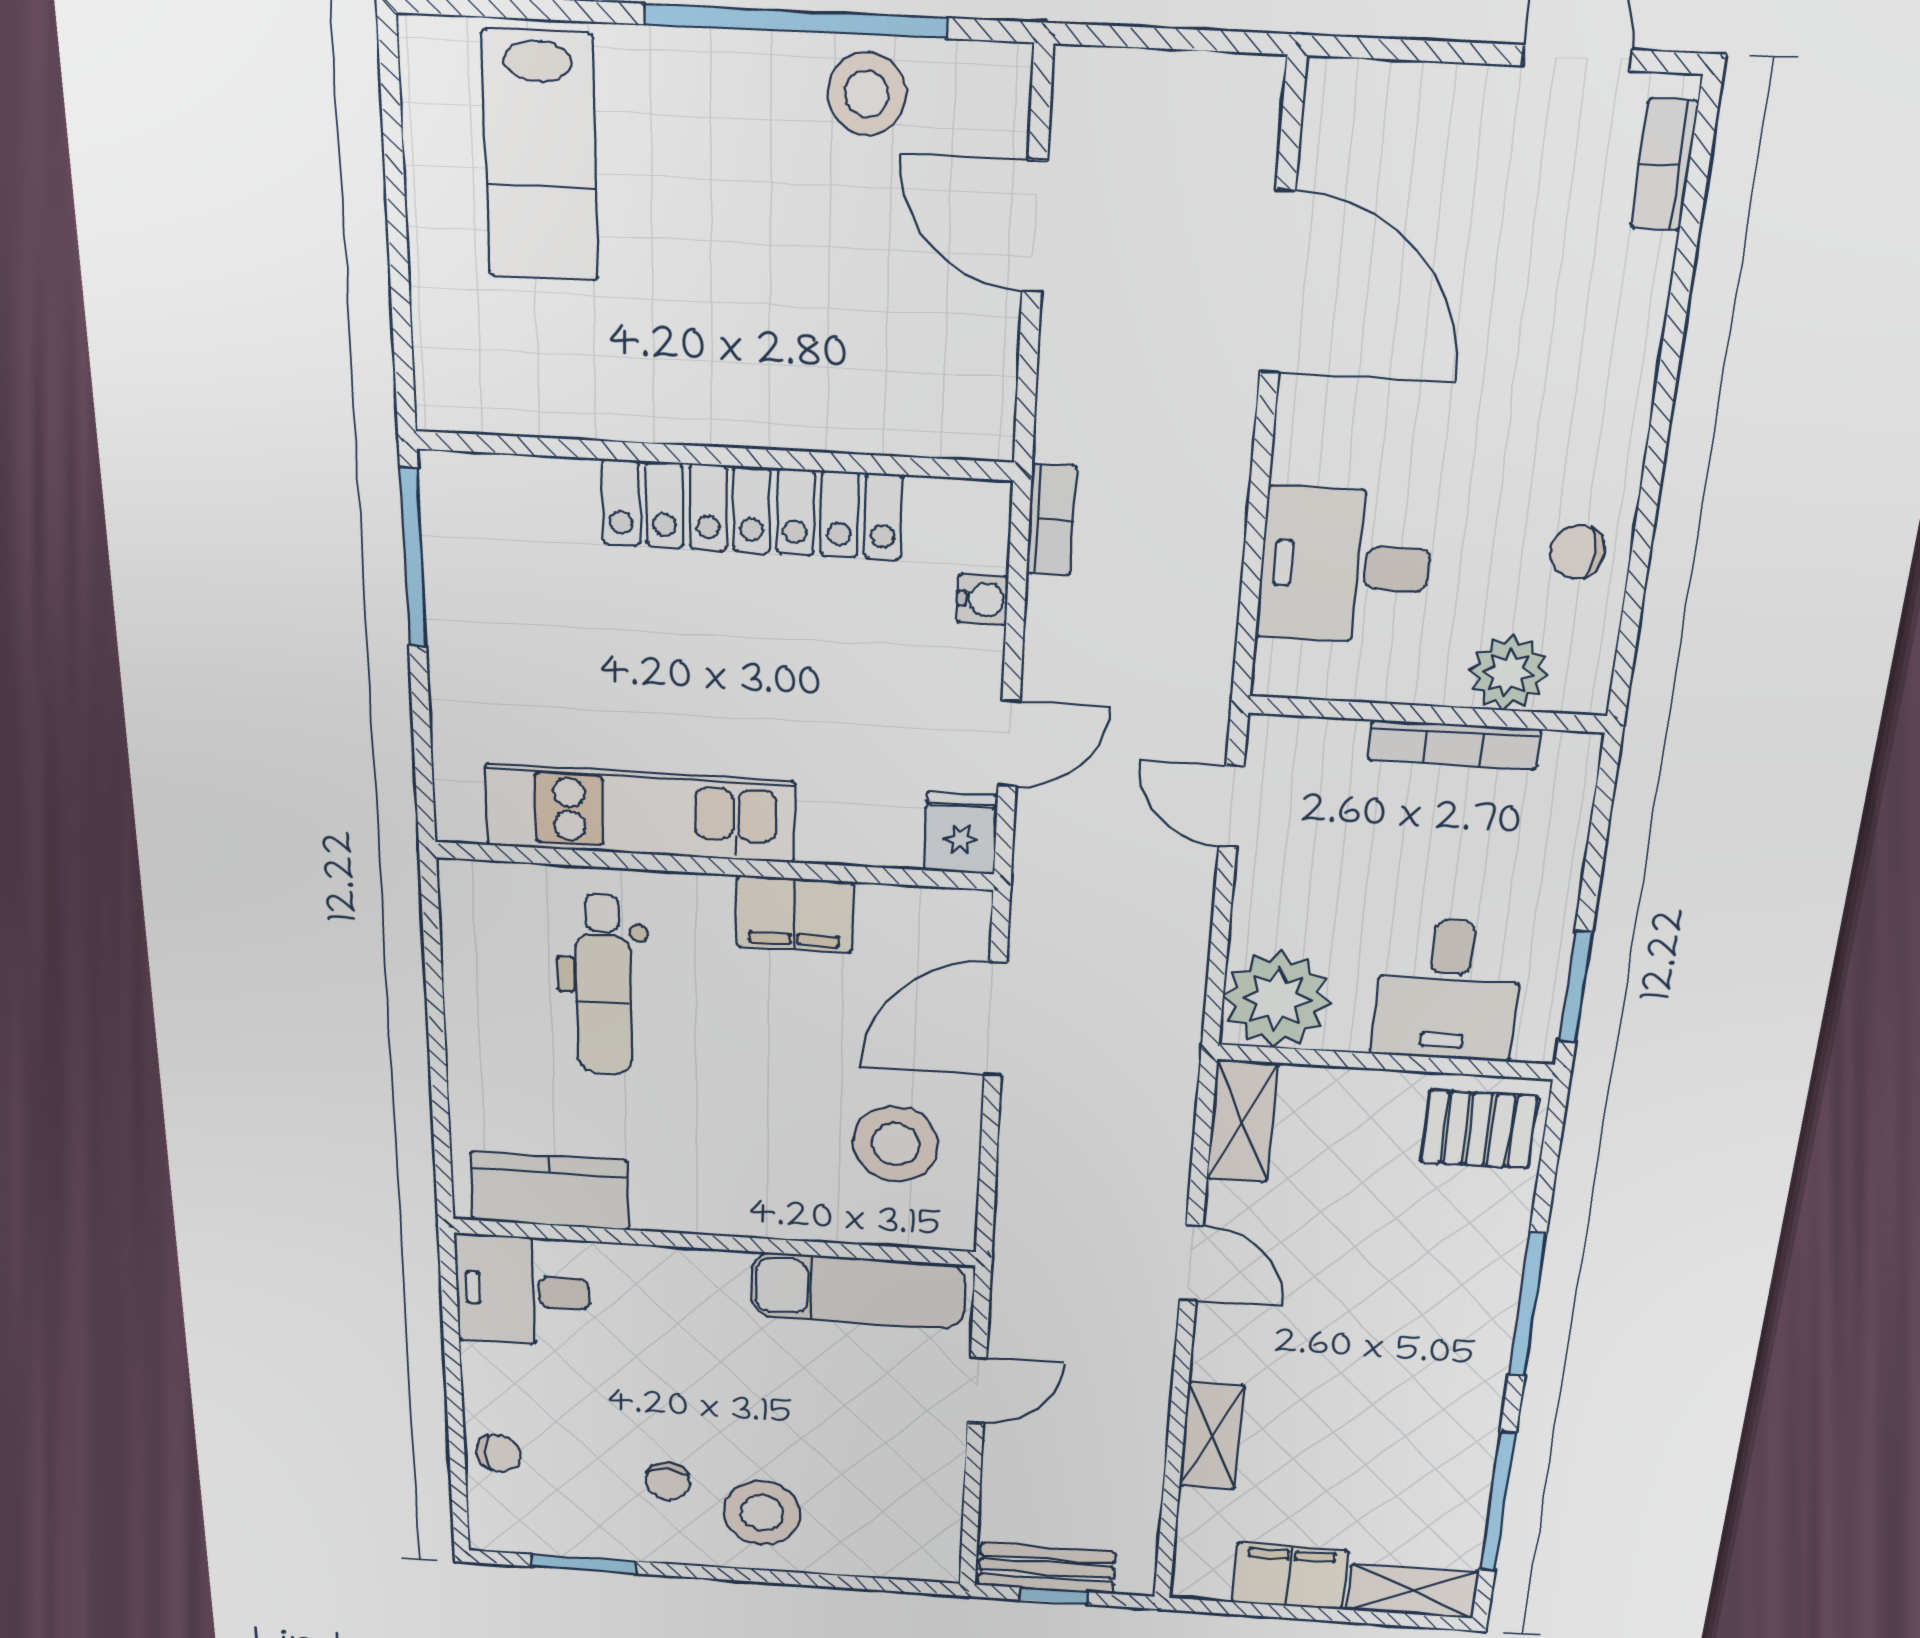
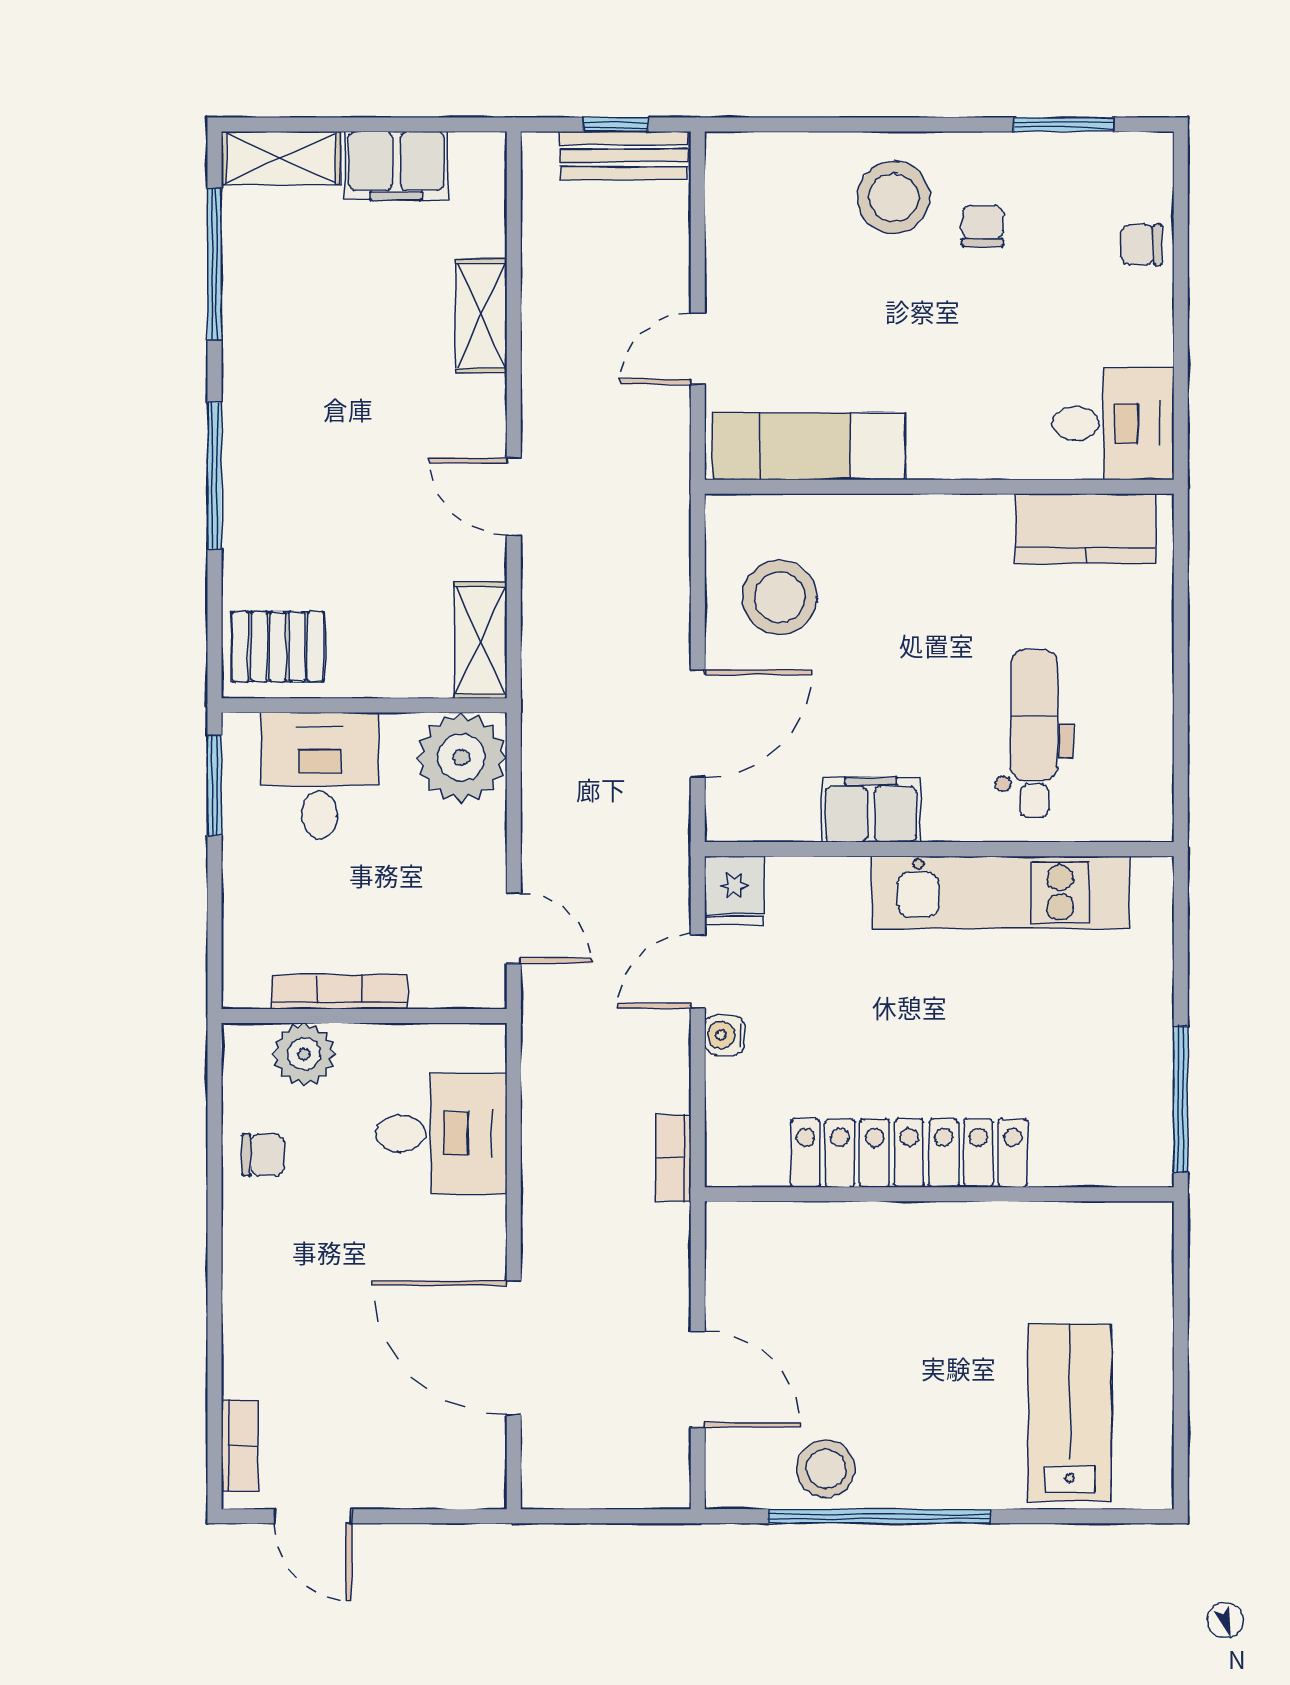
water cooler: (982, 599) -> (725, 1035), moved

